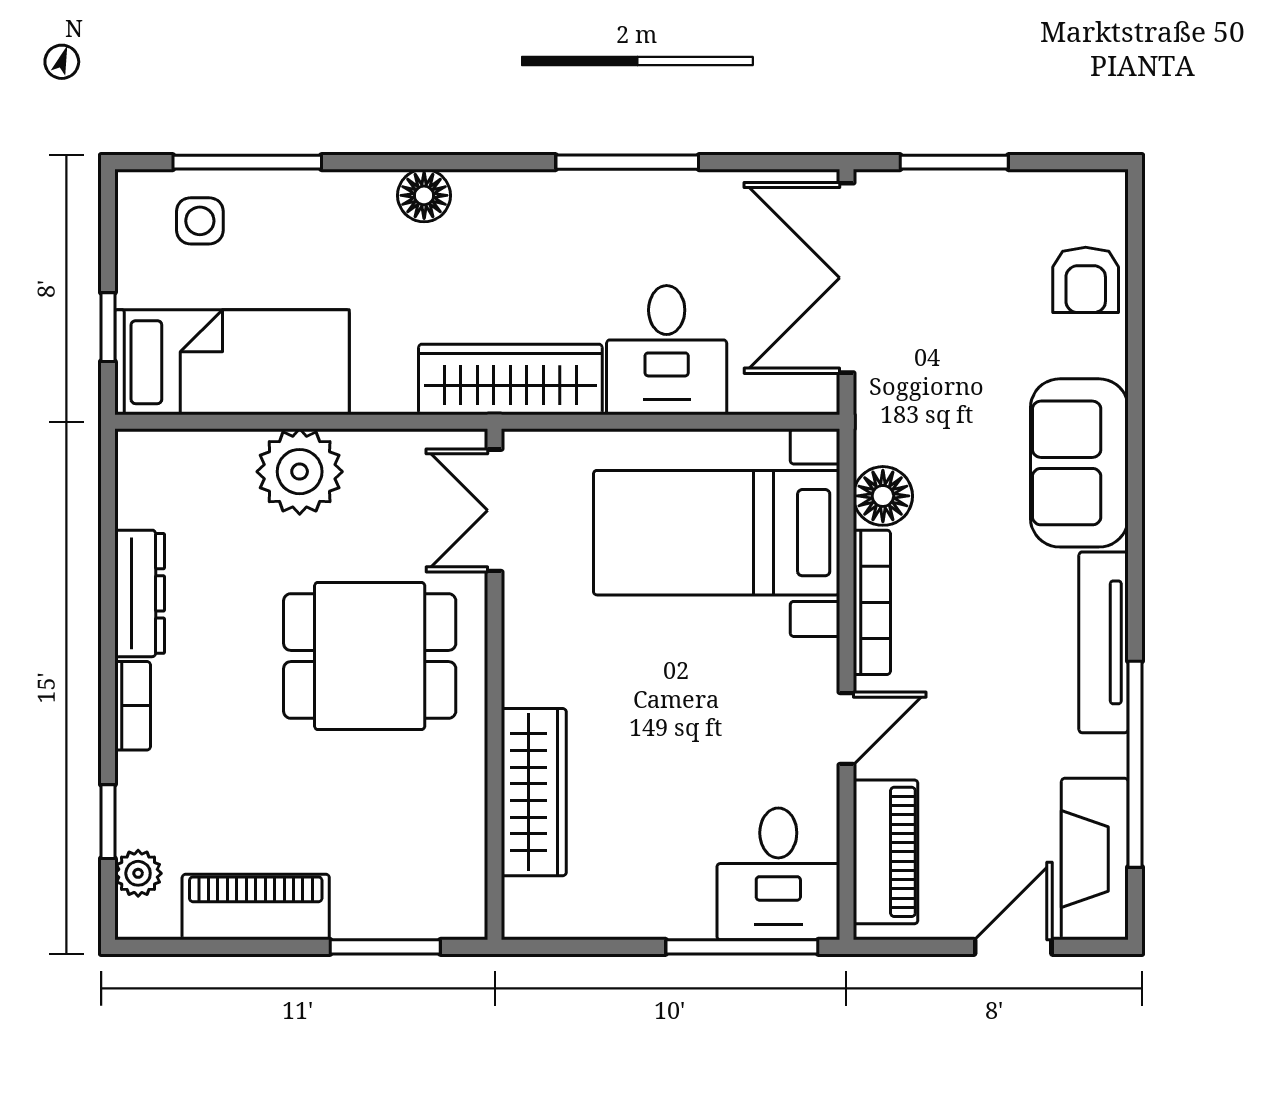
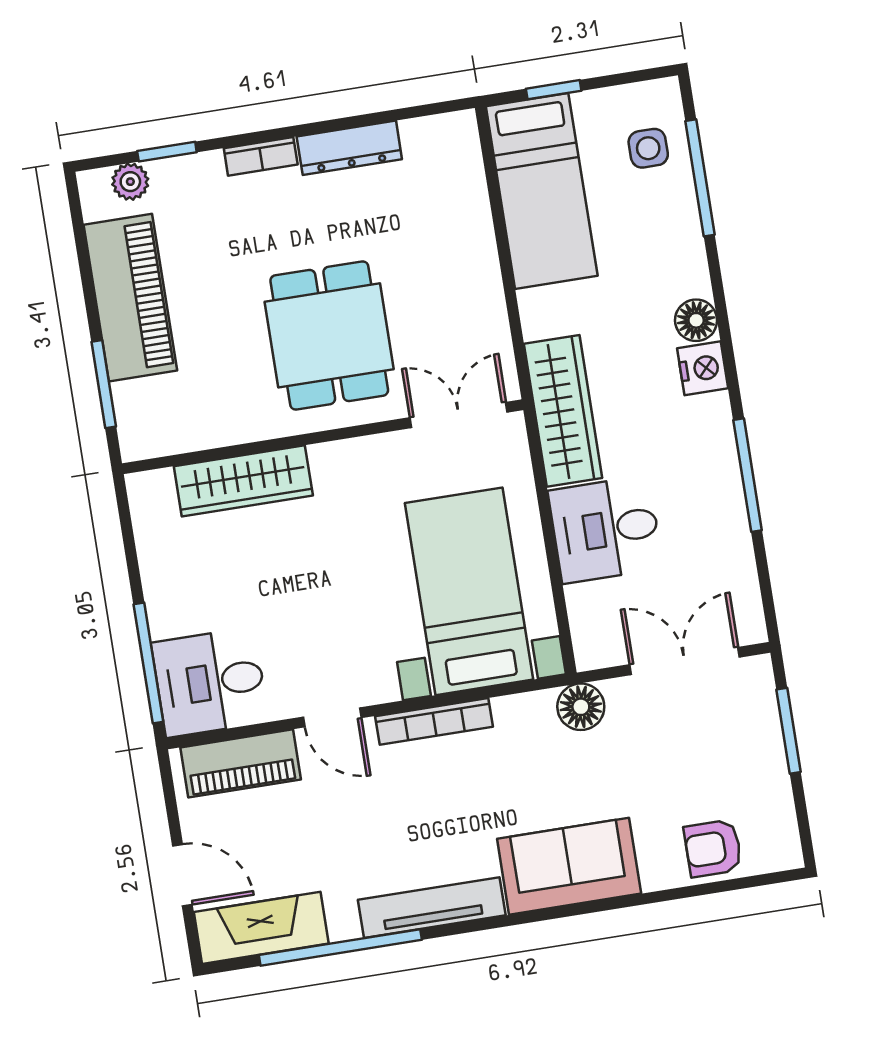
nightstand: (485, 197) -> (703, 368), added
double door: (846, 278) -> (685, 661), width x0.73
plant: (300, 472) -> (465, 258), removed
floor lamp: (883, 496) -> (581, 707), moved
piano: (256, 907) -> (130, 298), width x1.37, depth x1.33

